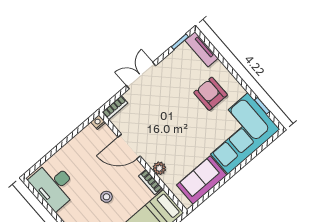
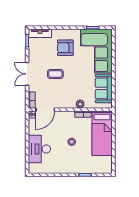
coffee table: (169, 109) -> (55, 74), added
door: (129, 147) -> (45, 110), moved
desk: (54, 185) -> (39, 149), moved, turned 90

